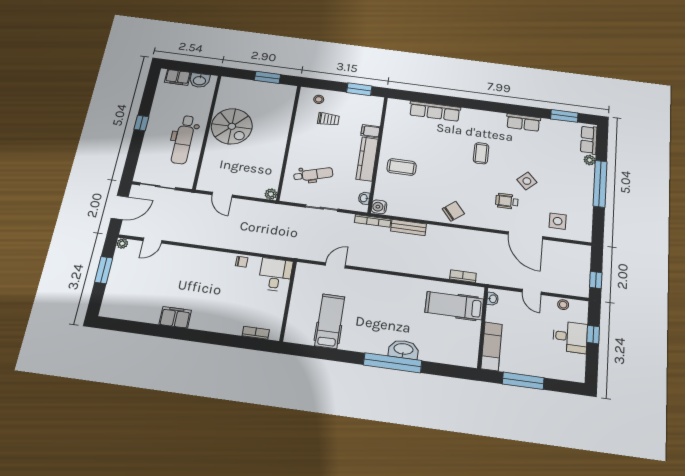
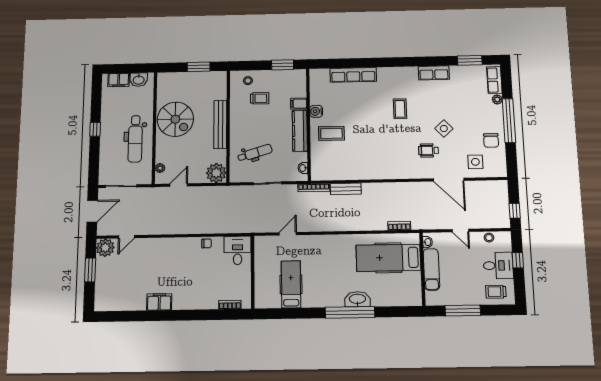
bench: (280, 139) -> (220, 124), added
plant: (205, 174) -> (160, 168), added
plant: (271, 194) -> (216, 173), width x1.87, depth x1.87
door: (222, 195) -> (179, 185), swing flipped
water cooler: (379, 207) -> (316, 111), moved
chair: (453, 211) -> (491, 140), moved, turned 129
plant: (122, 244) -> (105, 248), width x1.88, depth x1.88
hospital bed: (454, 306) -> (388, 258), width x1.37, depth x1.29
exam couch: (492, 346) -> (431, 269), moved
trolley: (564, 366) -> (496, 292), added

